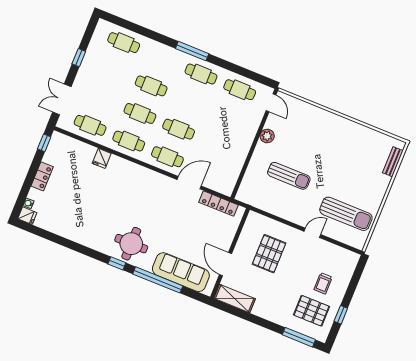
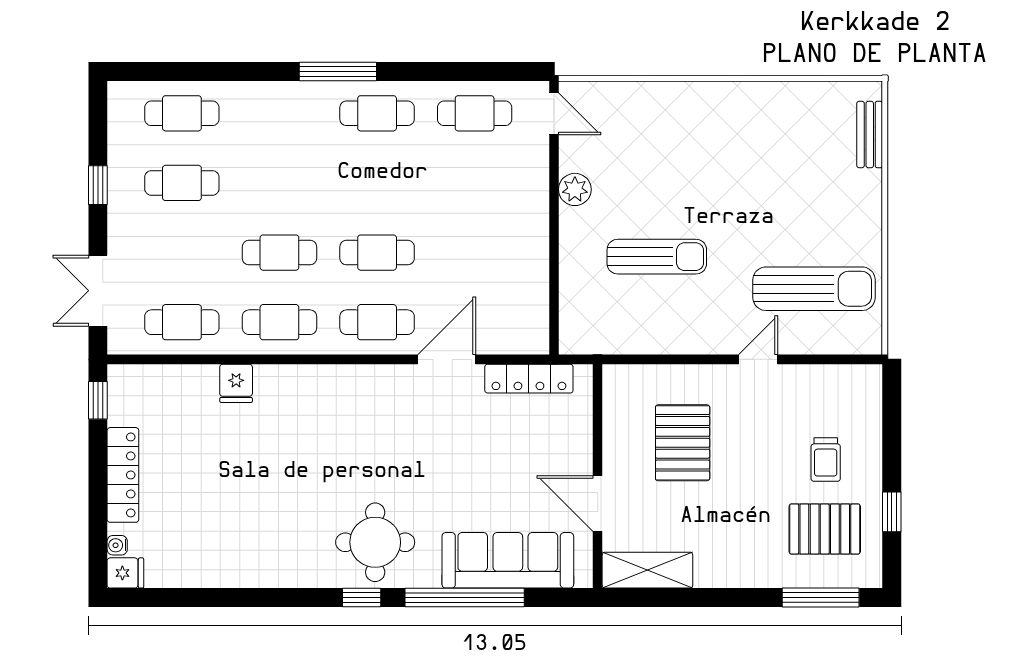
cafe table: (151, 86) -> (182, 183), moved
locker: (42, 176) -> (123, 475), width x1.53

